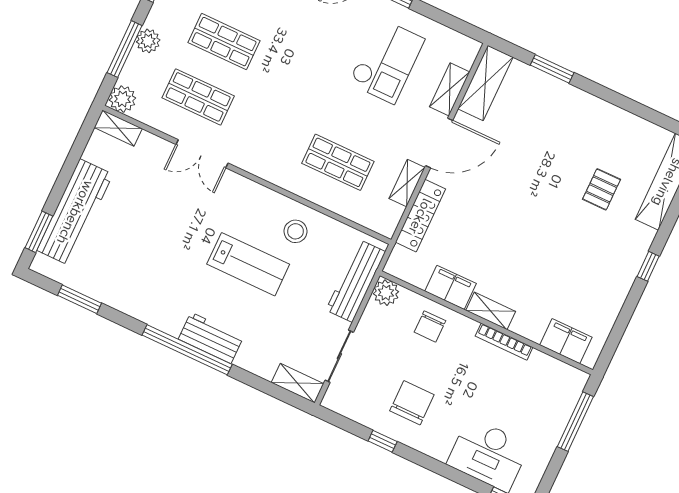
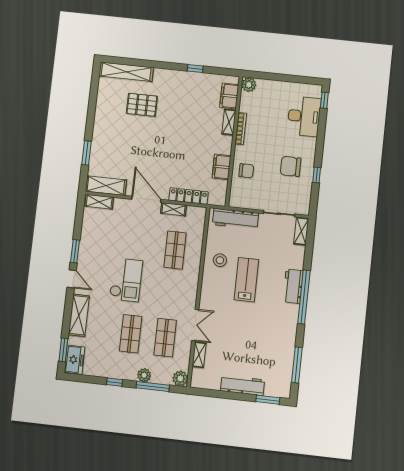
checkout: (387, 61) -> (126, 280), moved, turned 90
shelving: (450, 89) -> (99, 202), moved
shelving: (118, 128) -> (199, 355), moved
pallet: (602, 189) -> (142, 105), width x1.50, depth x1.42
workbench: (75, 212) -> (242, 385), width x0.73, depth x0.76
window: (648, 266) -> (195, 68), moved
plant: (386, 293) -> (249, 85), moved
window: (79, 299) -> (297, 365), width x1.44
shelving: (491, 311) -> (229, 122), moved
window: (575, 422) -> (270, 76), removed

